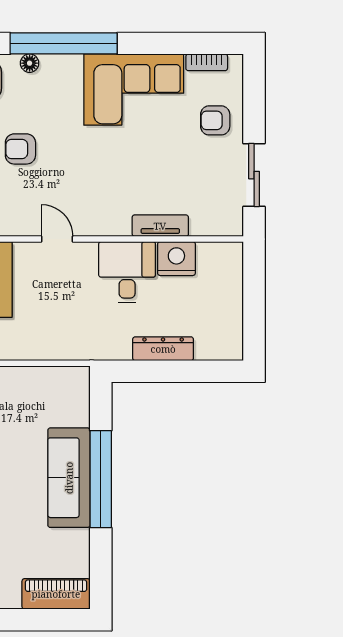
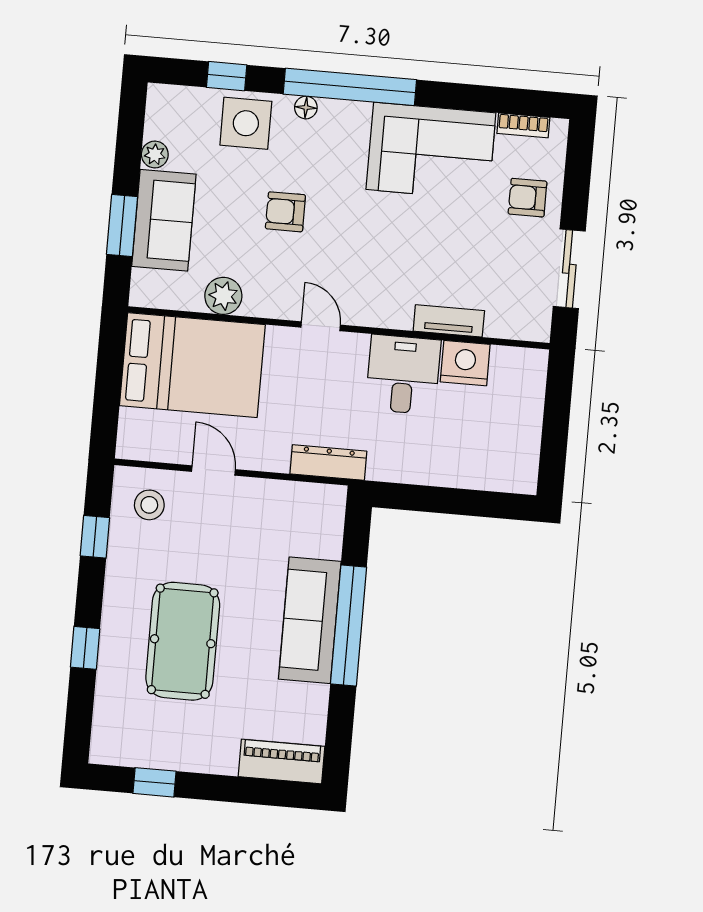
dresser: (163, 349) -> (328, 463), moved

